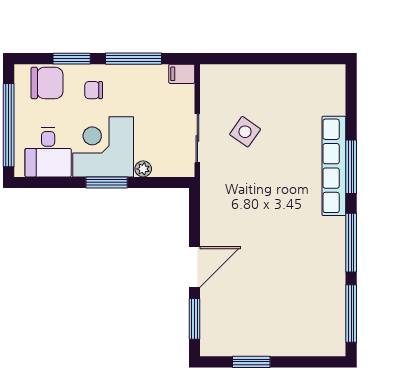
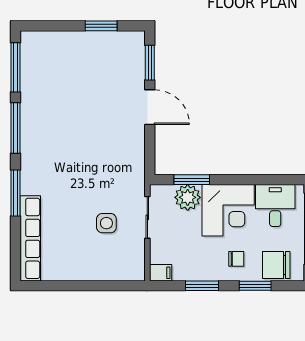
window: (134, 59) -> (202, 286), width x0.69
side table: (245, 132) -> (106, 223), turned -35
row of seats: (334, 166) -> (30, 238), moved
plant: (143, 169) -> (188, 197), width x1.88, depth x1.88
window: (107, 182) -> (192, 180), moved
door: (195, 267) -> (150, 107), swing flipped

